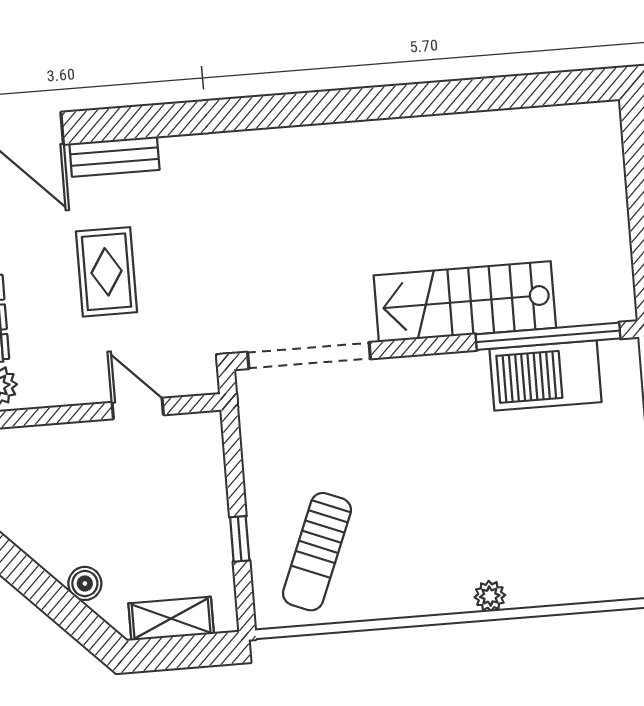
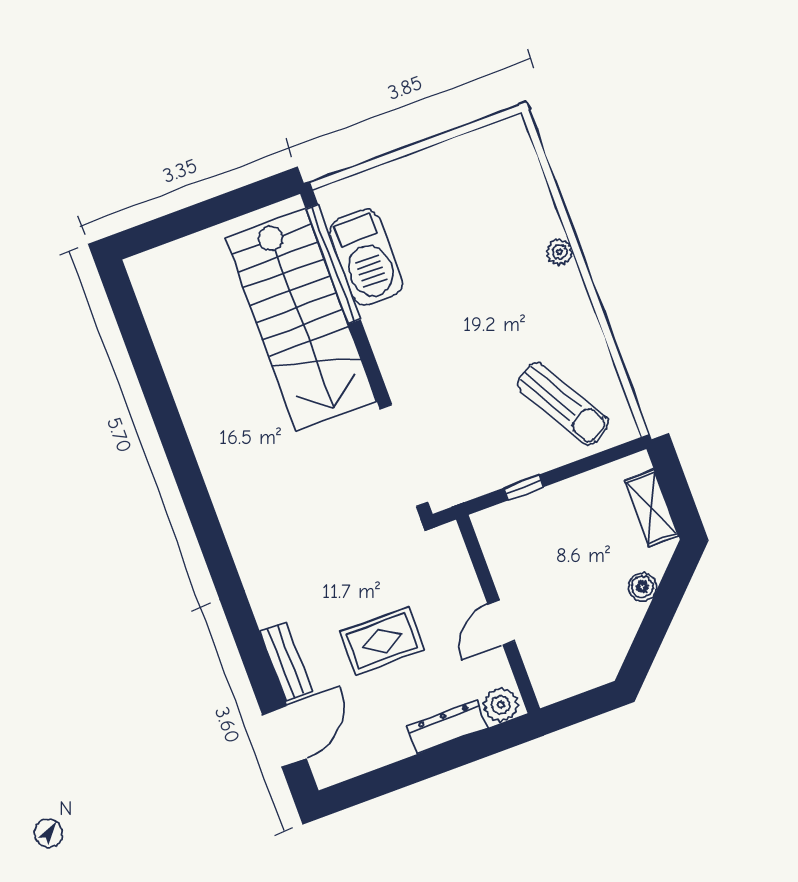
stairs: (465, 302) -> (301, 320), width x1.36, depth x1.51
door: (138, 409) -> (501, 623), moved
window: (240, 539) -> (523, 487), moved
sun lounger: (317, 552) -> (563, 404), turned 38

